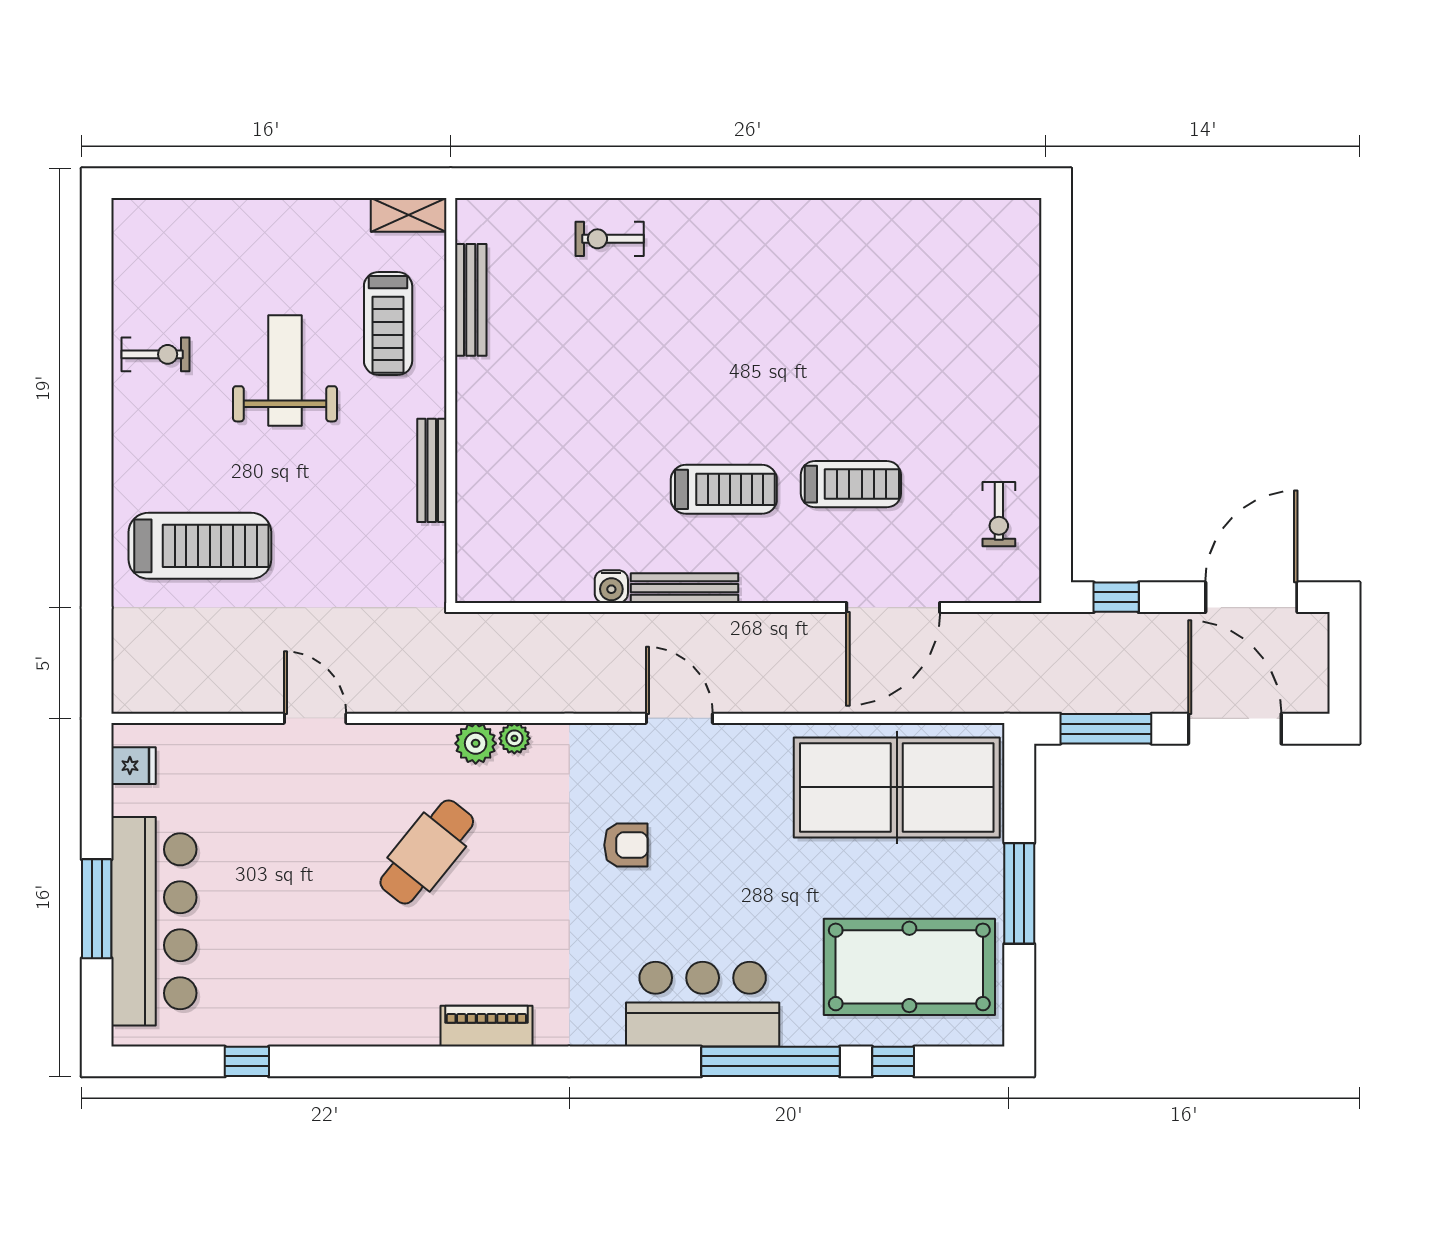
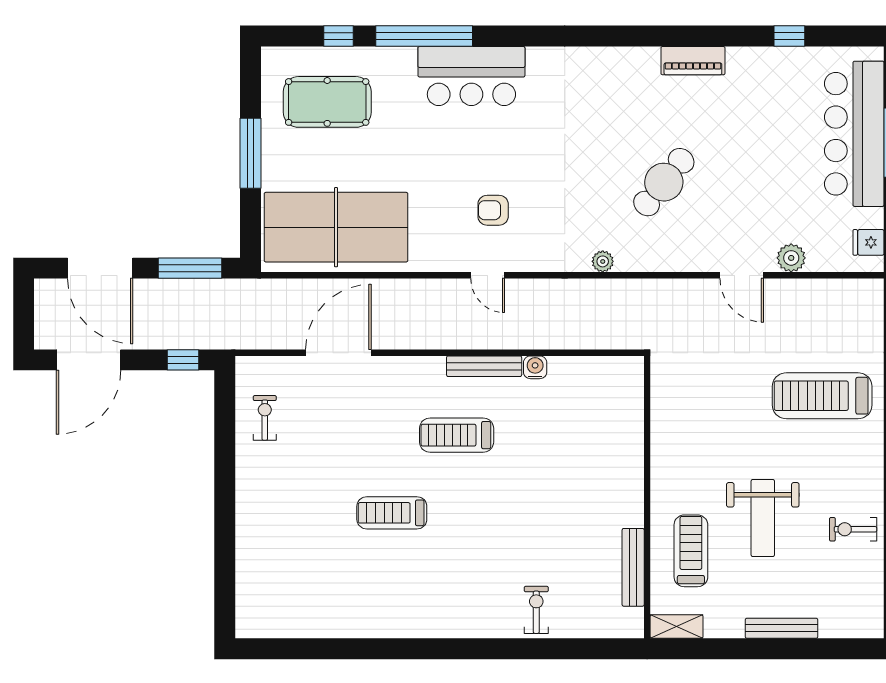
exercise bike: (610, 239) -> (536, 610), turned -90
bench: (432, 470) -> (782, 628), moved, turned 90
treadmill: (851, 484) -> (392, 513), moved
door: (679, 718) -> (488, 275), width x0.73
plant: (476, 743) -> (791, 258), moved
armchair: (626, 845) -> (493, 210), moved
pool table: (909, 967) -> (327, 102), width x0.73, depth x0.76
piano: (486, 1026) -> (693, 61), moved

